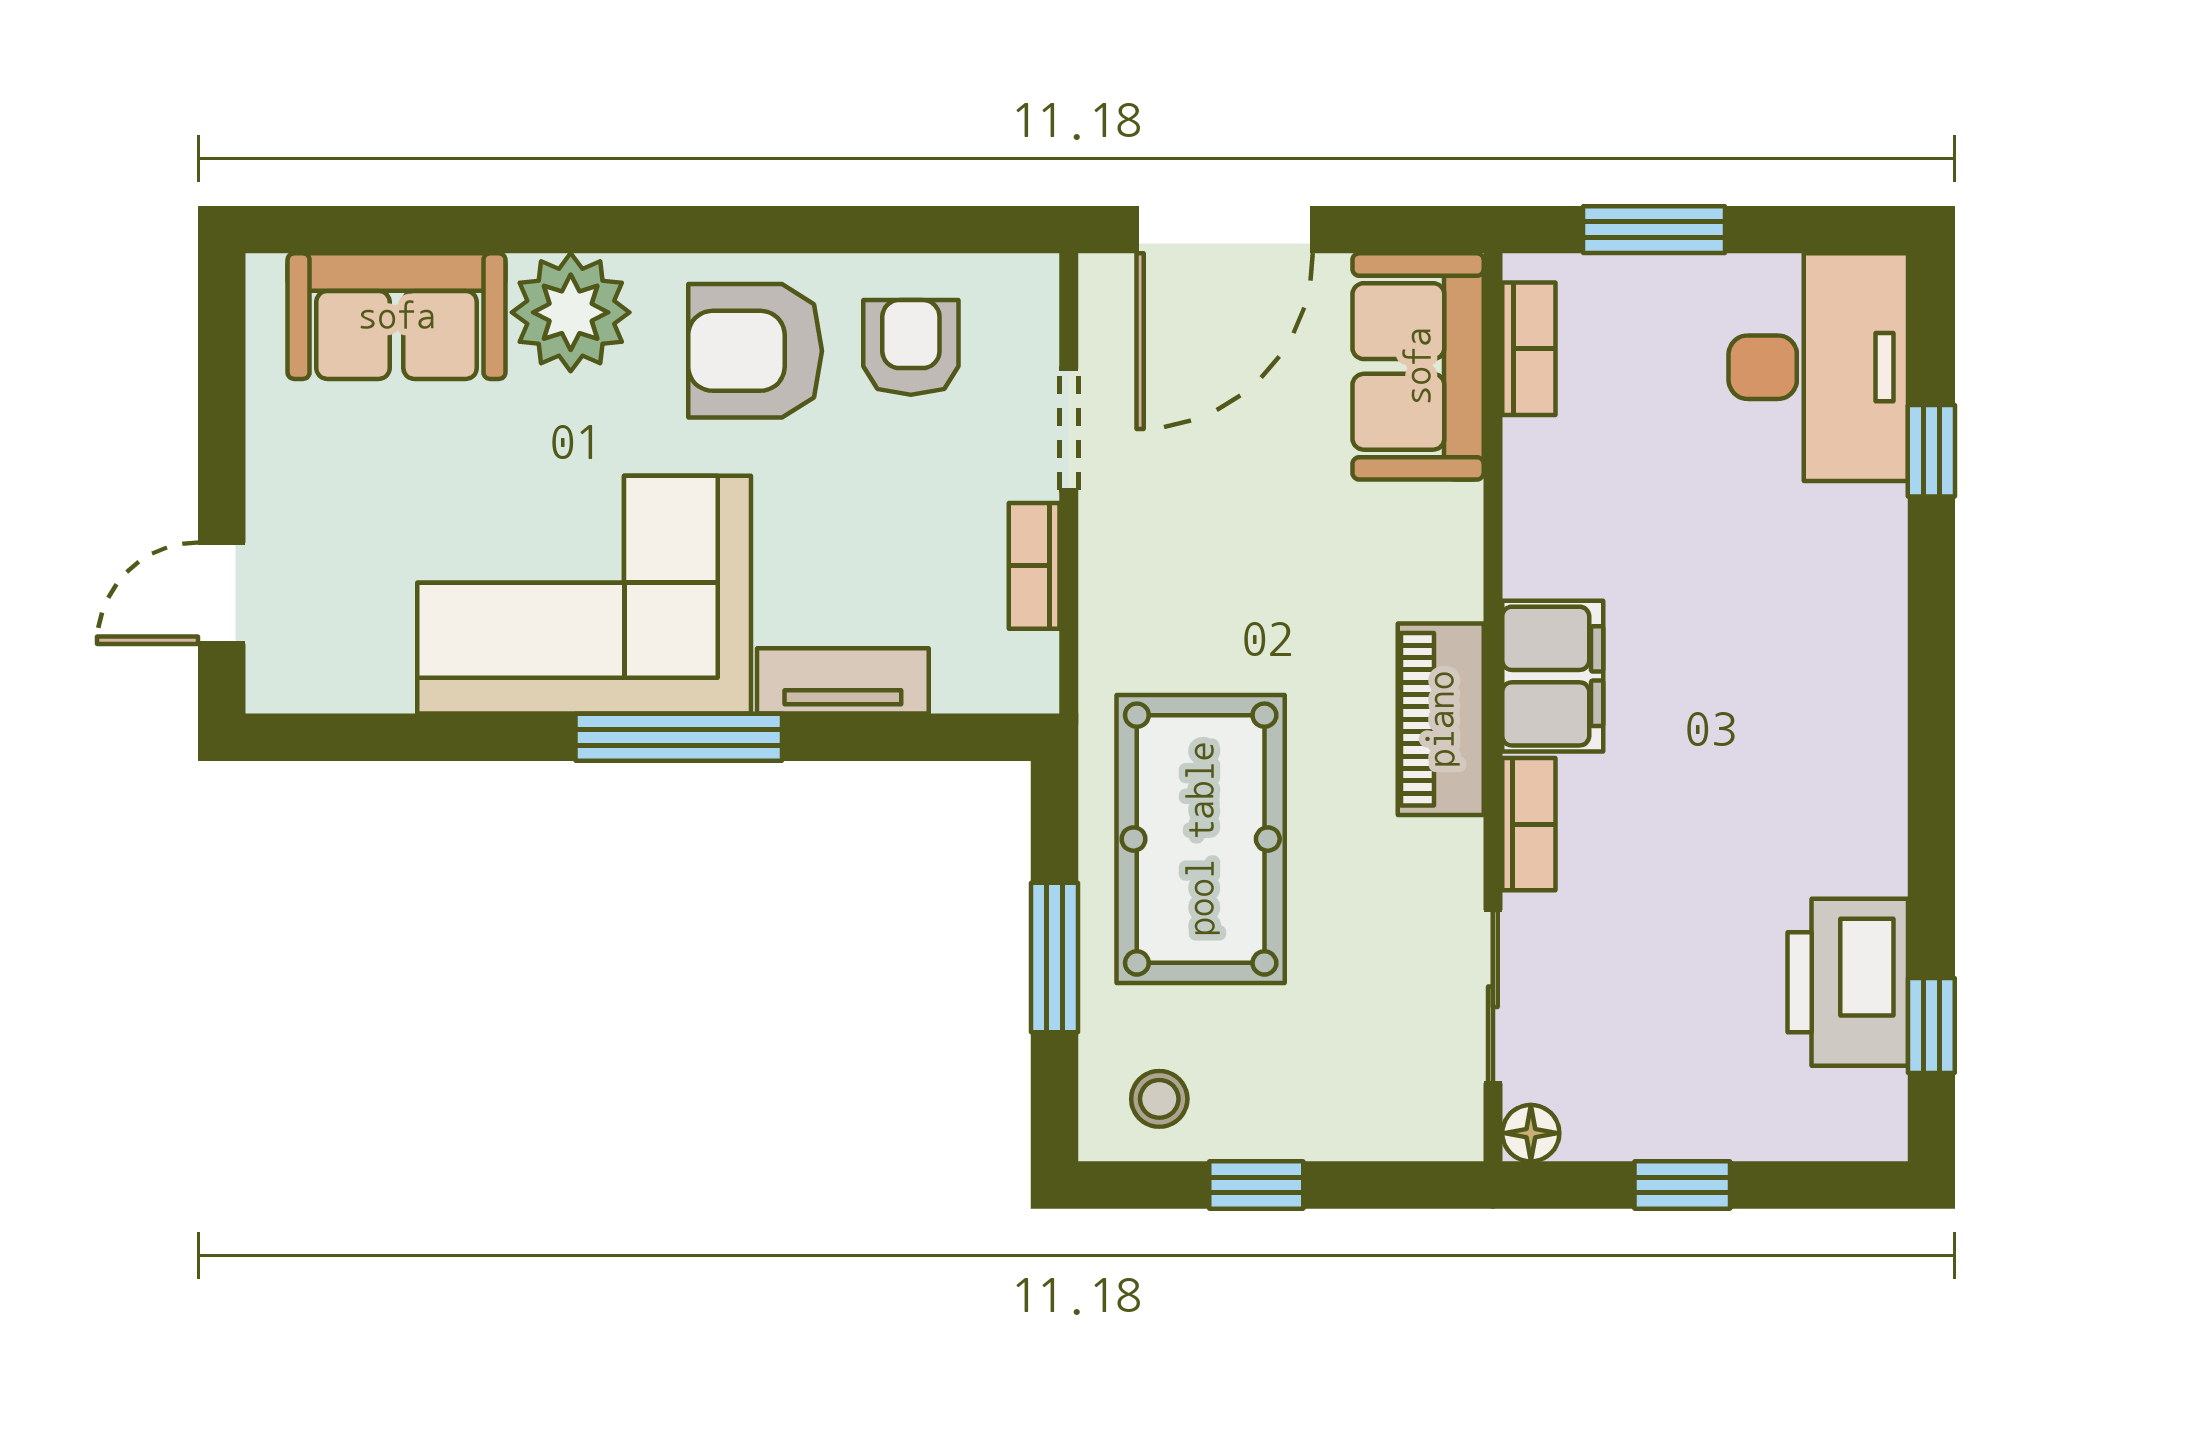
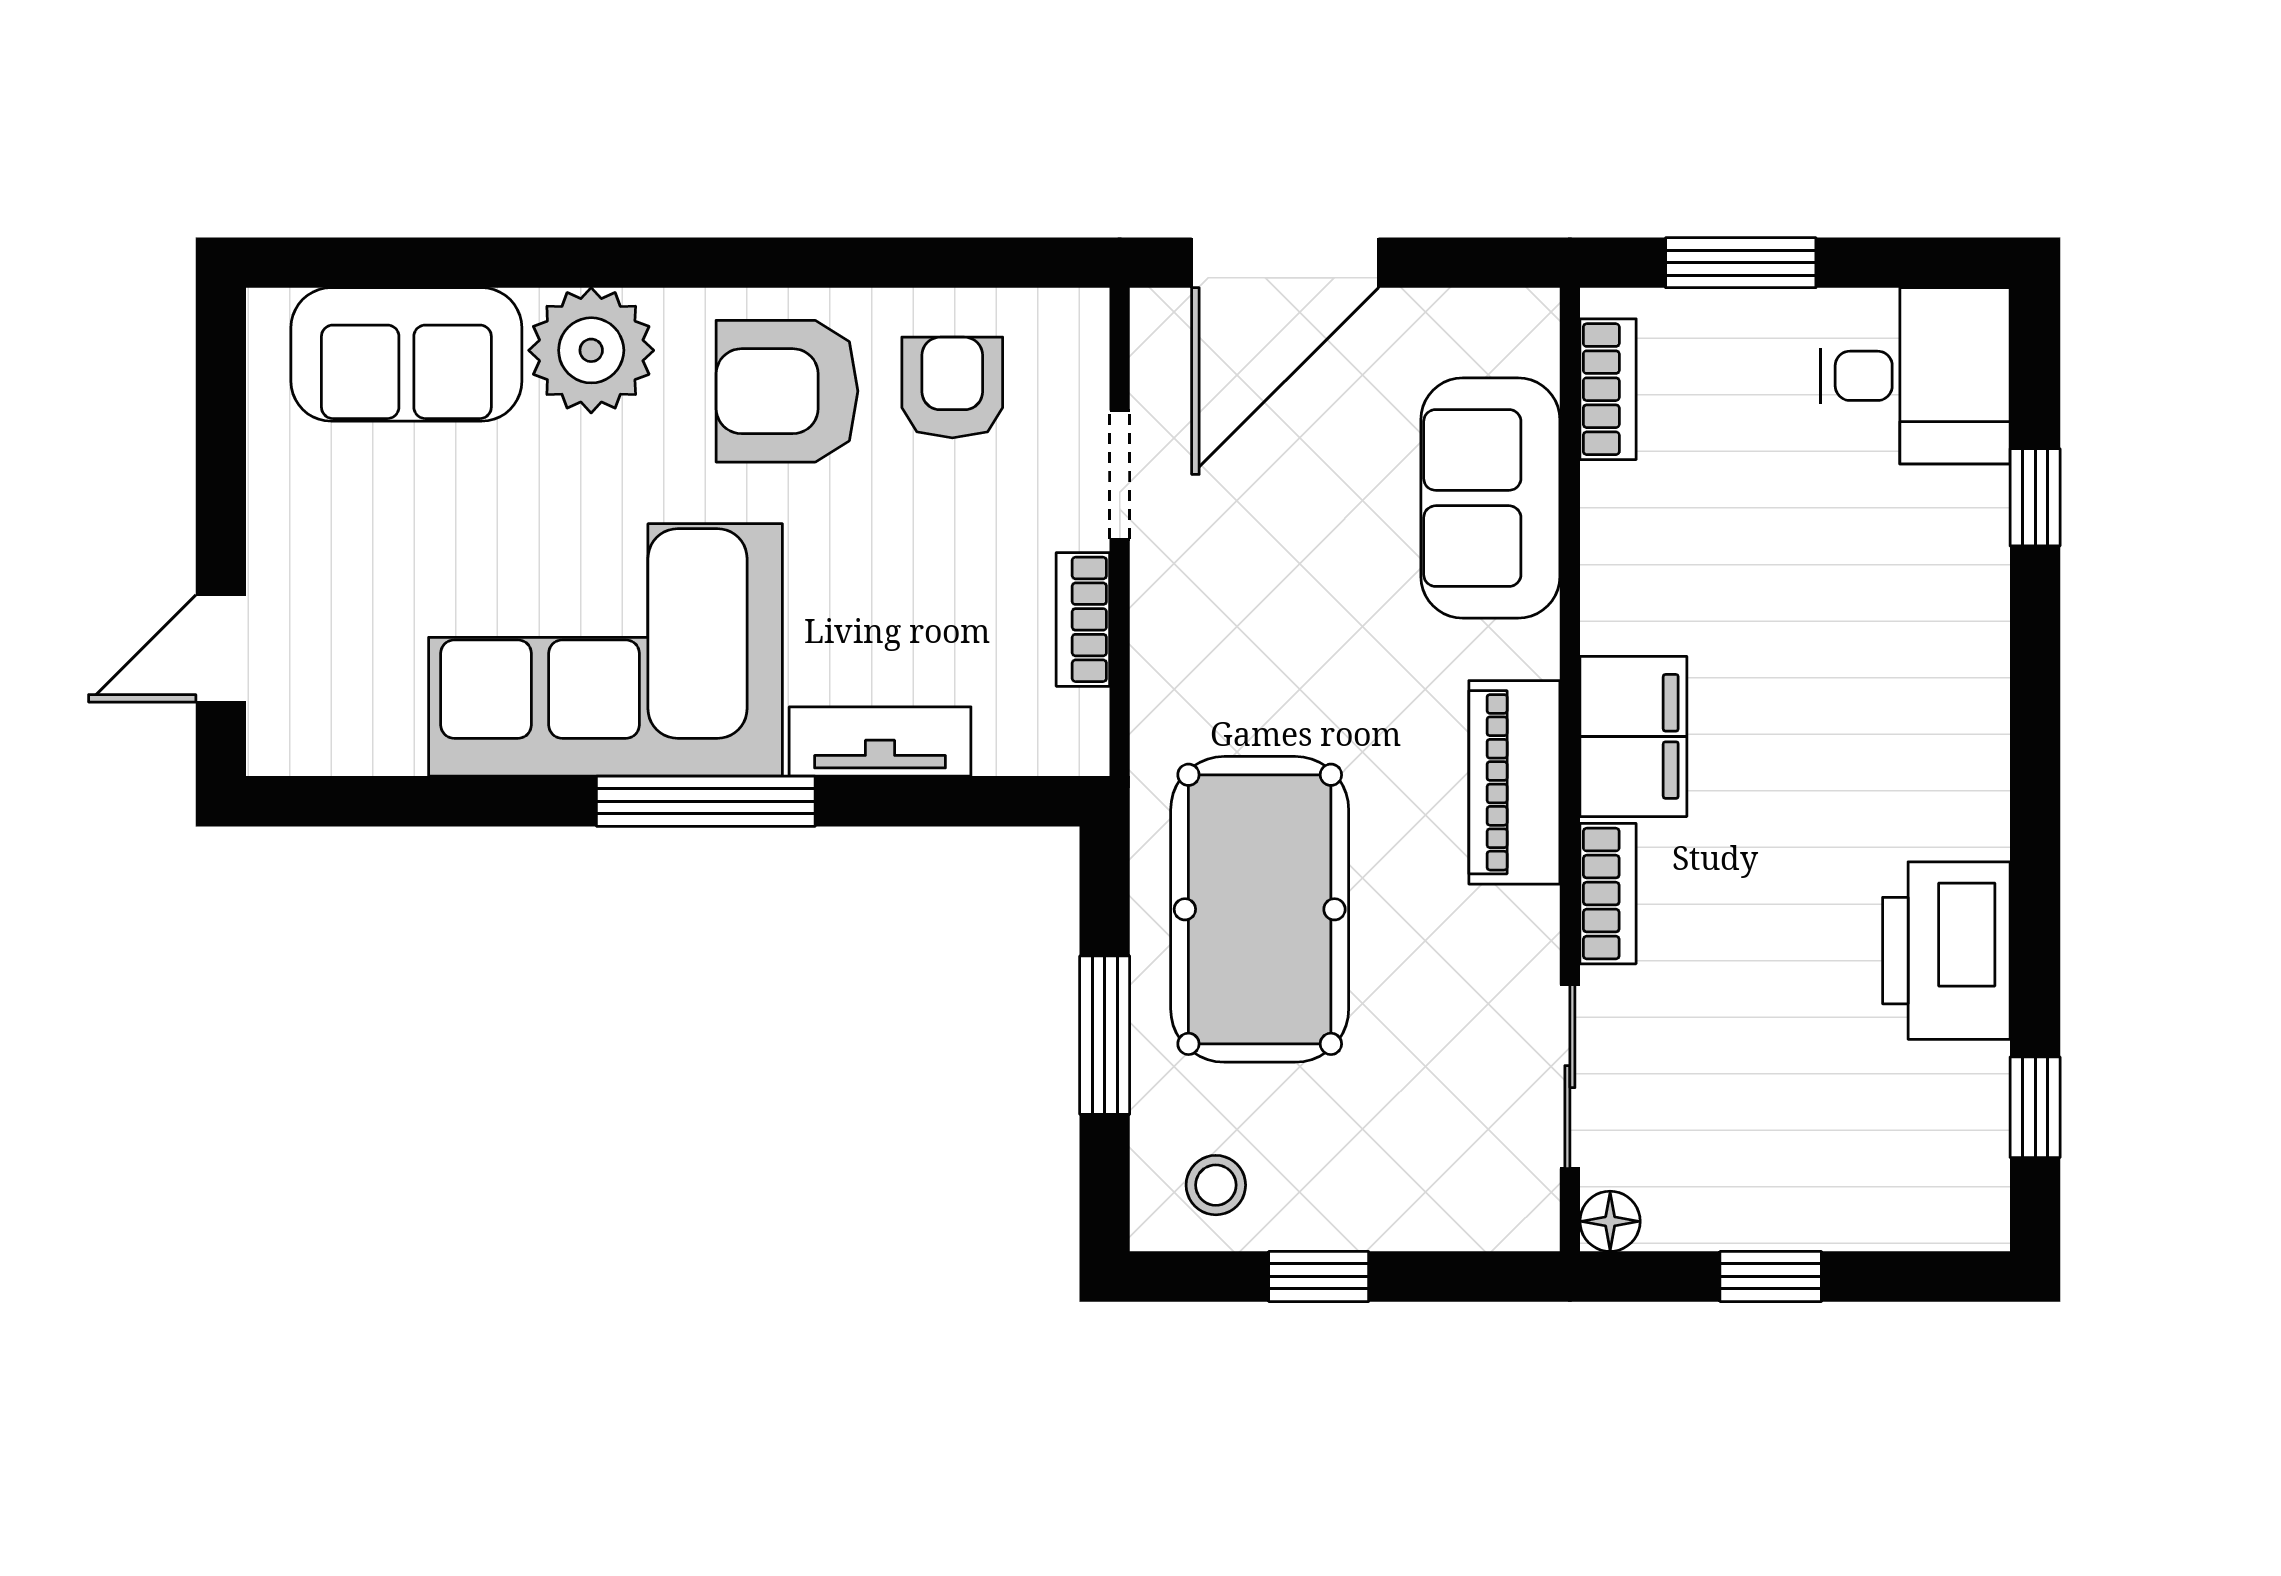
sofa: (1418, 366) -> (1490, 498), moved
desk: (1818, 367) -> (1915, 376), width x0.73
printer: (1848, 982) -> (1946, 951), moved

